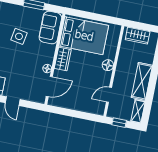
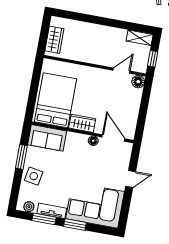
side table: (19, 36) -> (34, 176), moved
floor lamp: (108, 65) -> (138, 82), moved
shelving: (142, 81) -> (106, 34), removed
door: (109, 95) -> (122, 71), swing flipped

